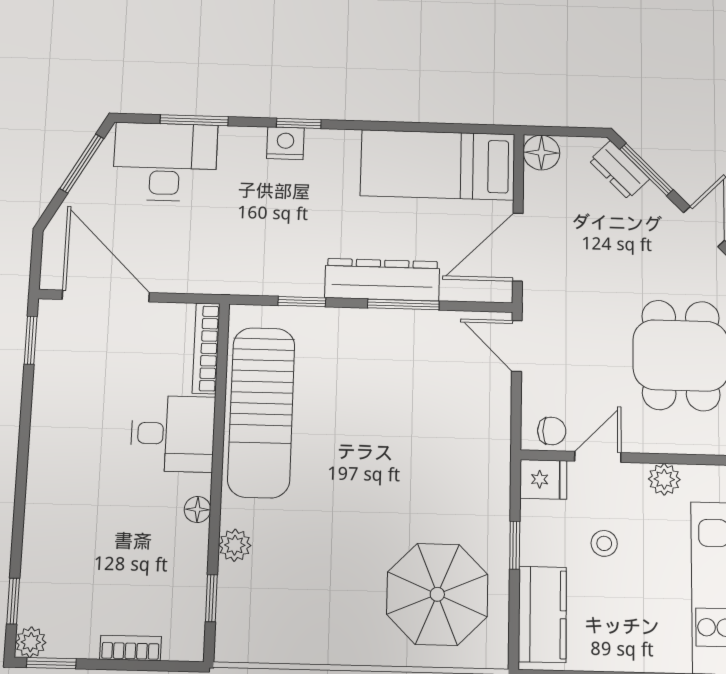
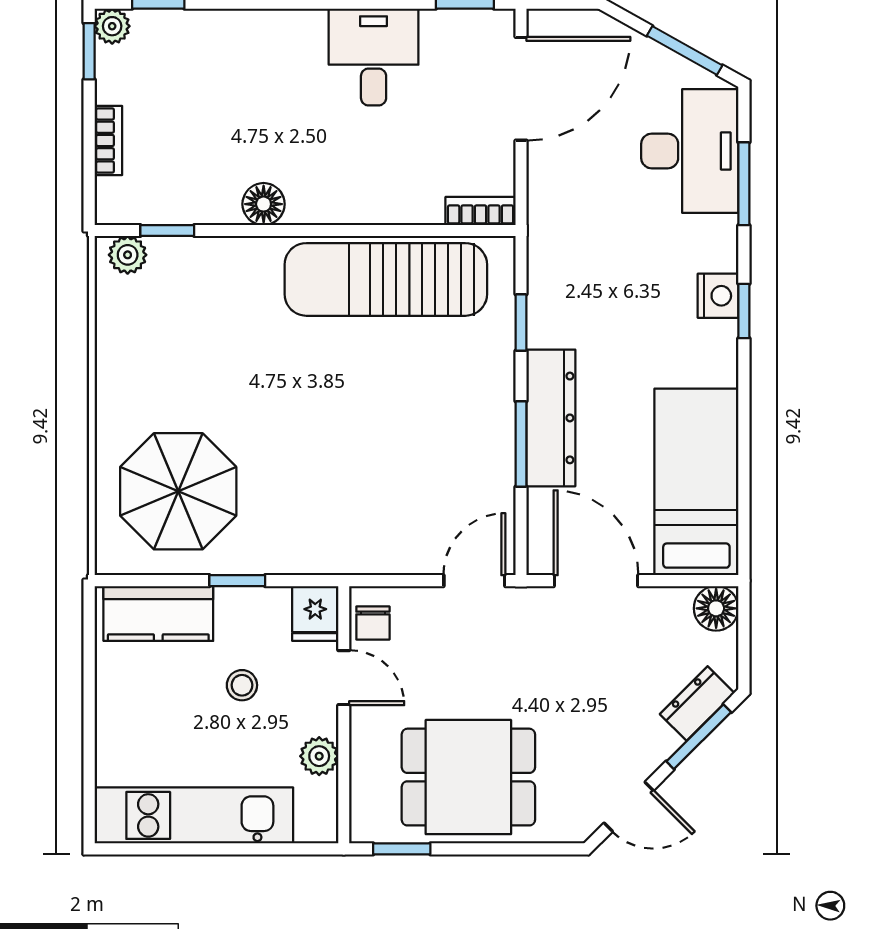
bookcase: (206, 348) -> (481, 211), width x0.64
desk: (173, 434) -> (374, 57), moved, turned 180
floor lamp: (197, 509) -> (264, 204), width x1.37, depth x1.37
plant: (235, 545) -> (128, 255), moved

